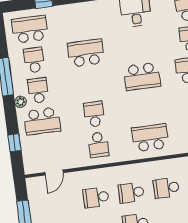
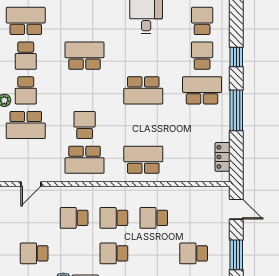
school desk: (34, 60) -> (26, 56), turned 180
school desk: (38, 91) -> (26, 90), turned 180
school desk: (98, 145) -> (85, 160), width x1.85

